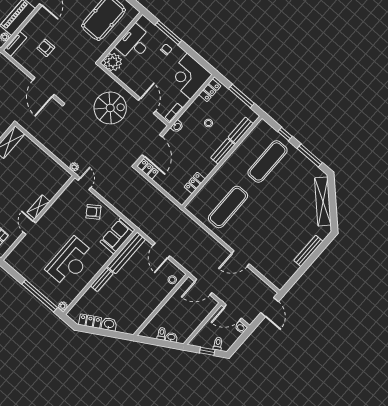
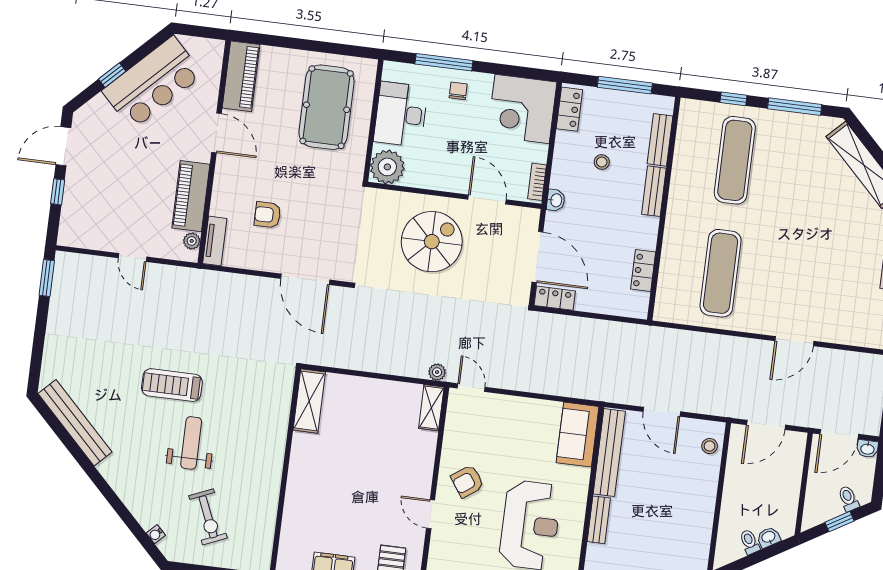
shelving: (38, 207) -> (431, 408), moved
armchair: (93, 212) -> (467, 481), moved

